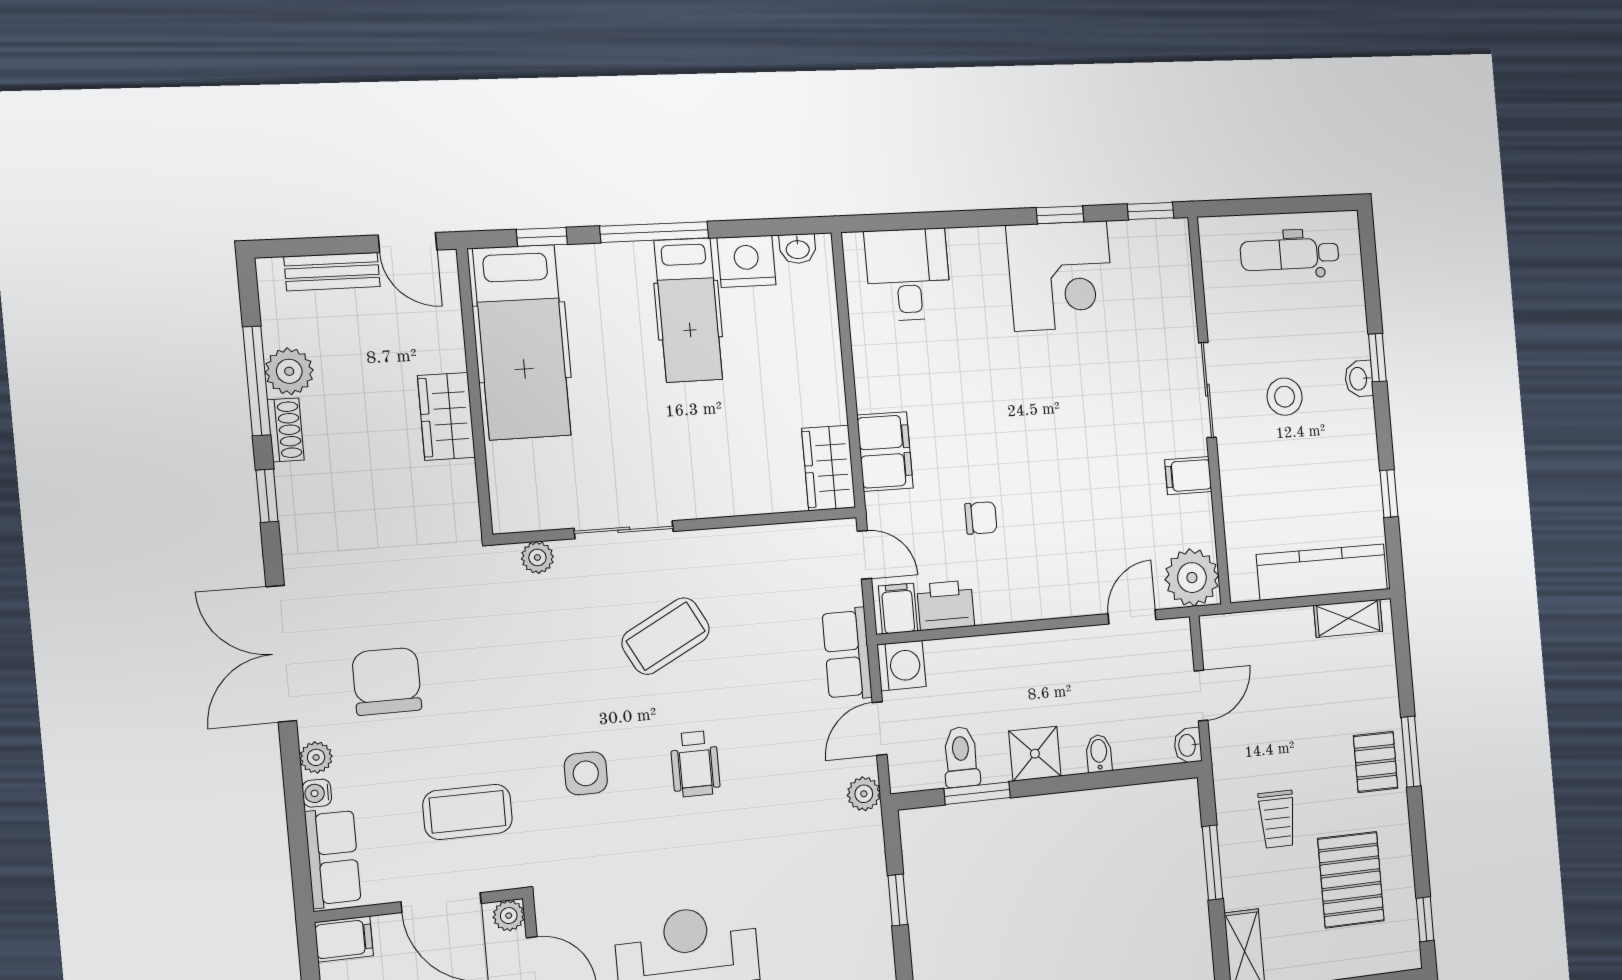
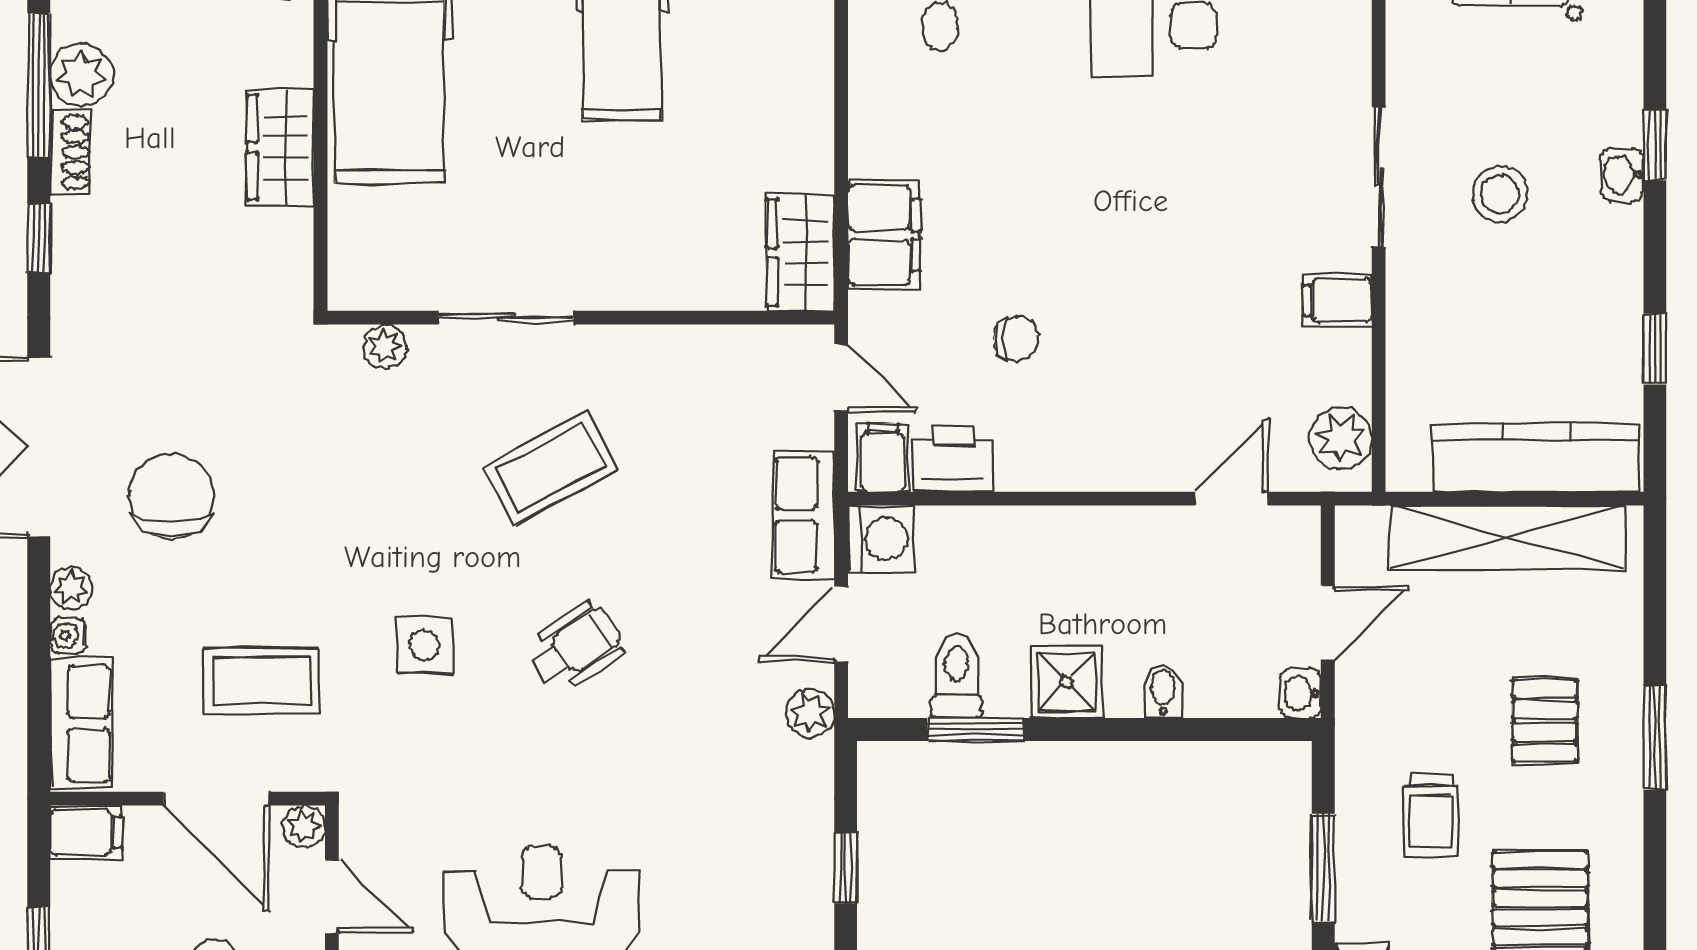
plant: (1192, 578) -> (1341, 438), width x0.73, depth x0.73
shelving: (1348, 618) -> (1507, 538), width x2.20, depth x1.33
pallet: (1376, 762) -> (1545, 721), moved
wheelchair: (695, 764) -> (575, 647), turned -125

